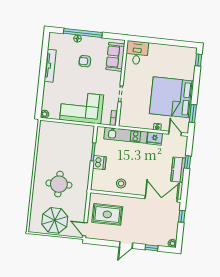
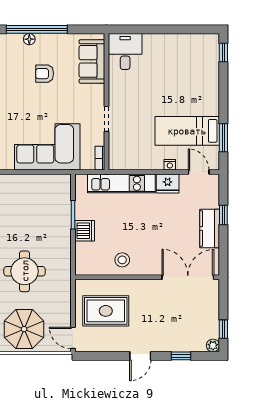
bed: (172, 97) -> (187, 131), width x0.49
window: (182, 216) -> (223, 329), moved

